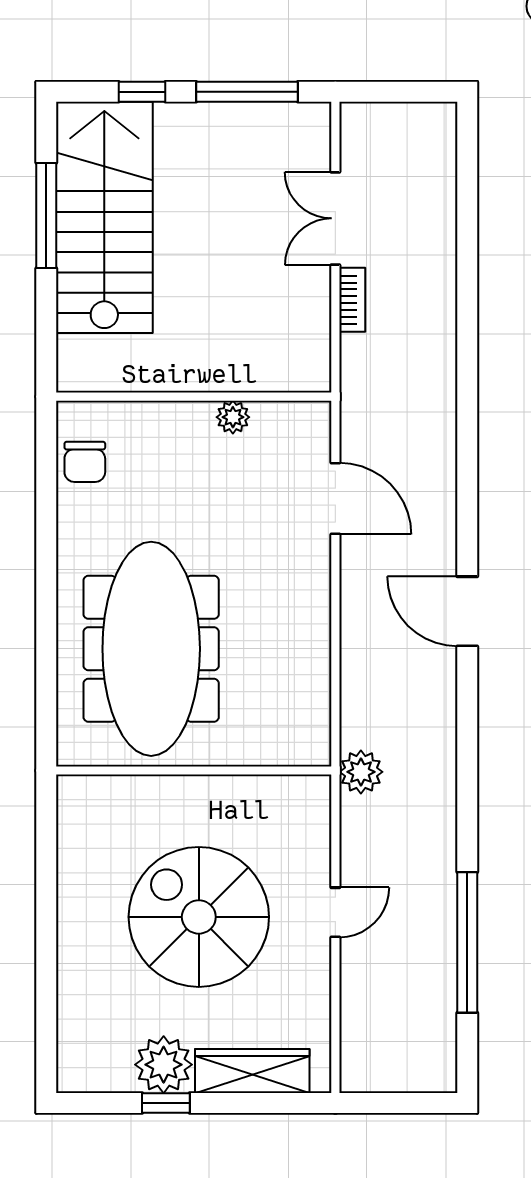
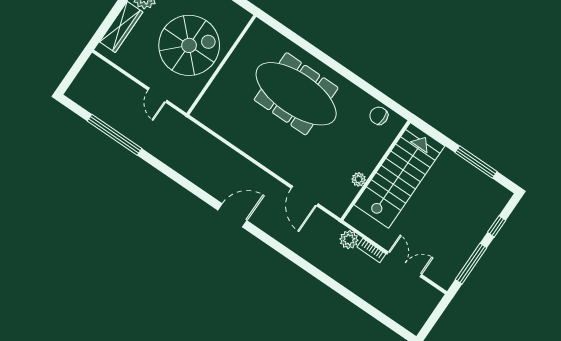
stairs: (104, 217) -> (399, 175), moved, turned -90
door: (335, 499) -> (305, 196), hinge flipped
wall: (194, 770) -> (221, 65), moved
plant: (361, 772) -> (349, 240), moved

